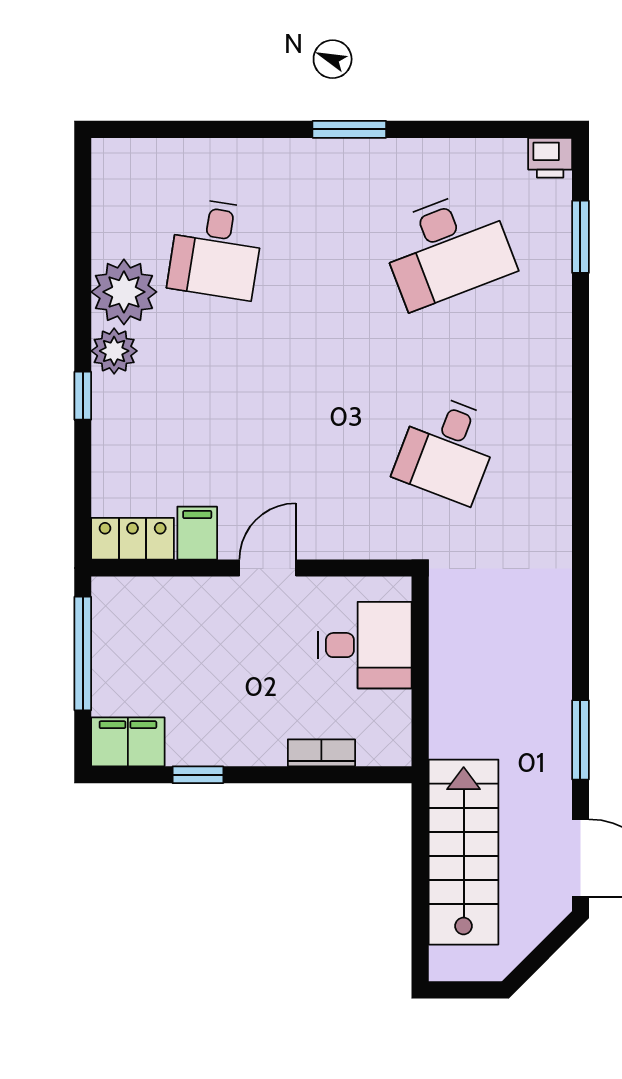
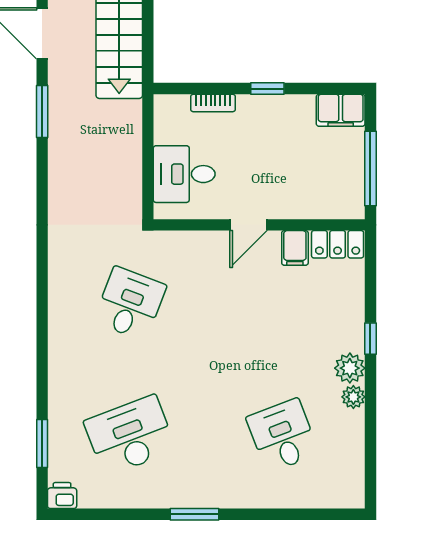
desk: (216, 249) -> (283, 436), turned -30
plant: (124, 292) -> (353, 397), width x0.53, depth x0.53
window: (198, 775) -> (267, 89), moved

